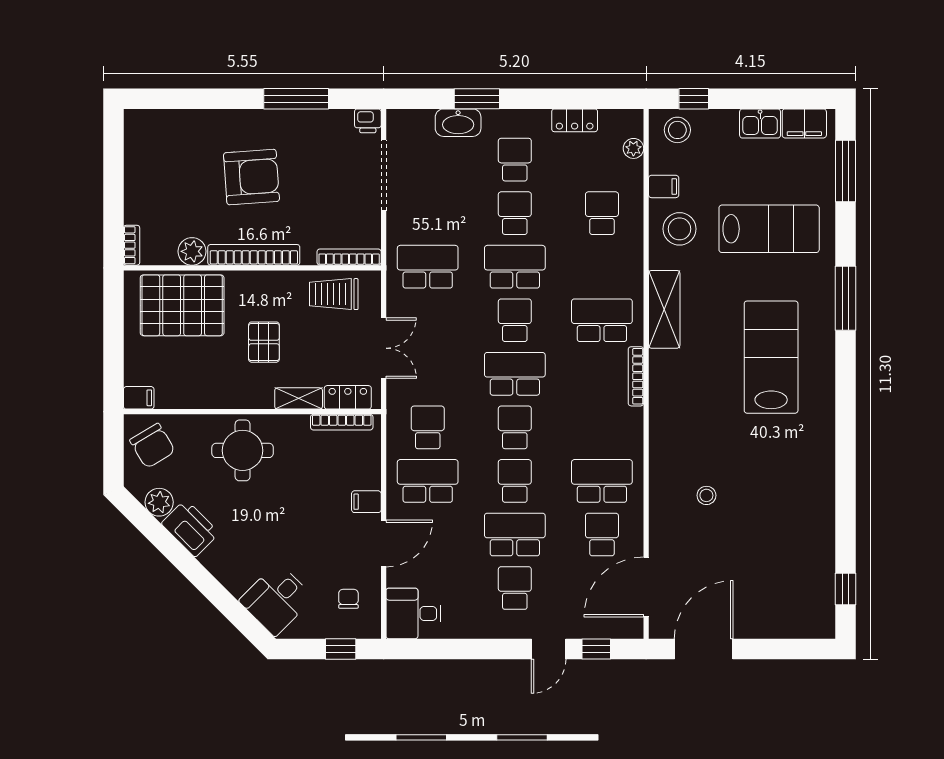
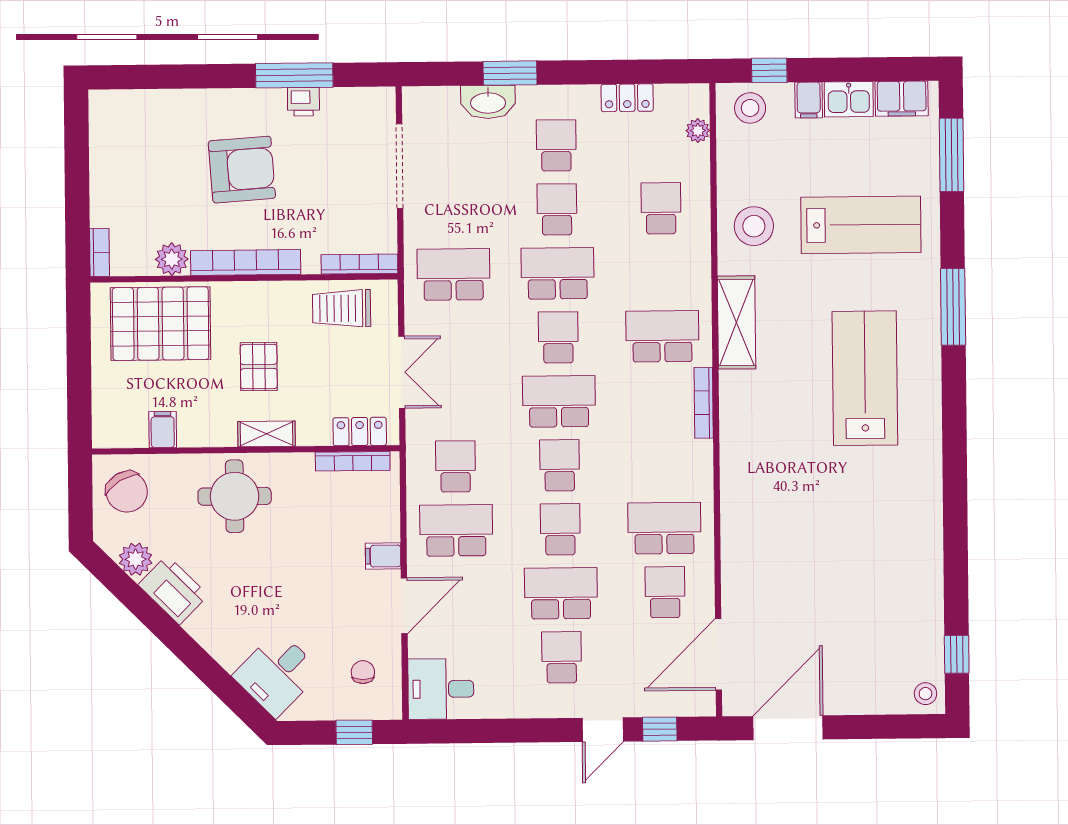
printer: (368, 121) -> (303, 102), moved
filing cabinet: (664, 186) -> (809, 100), moved, turned 90
filing cabinet: (139, 398) -> (163, 430), moved, turned -90
shelving: (299, 398) -> (266, 434), moved
stool: (706, 495) -> (925, 694), moved

